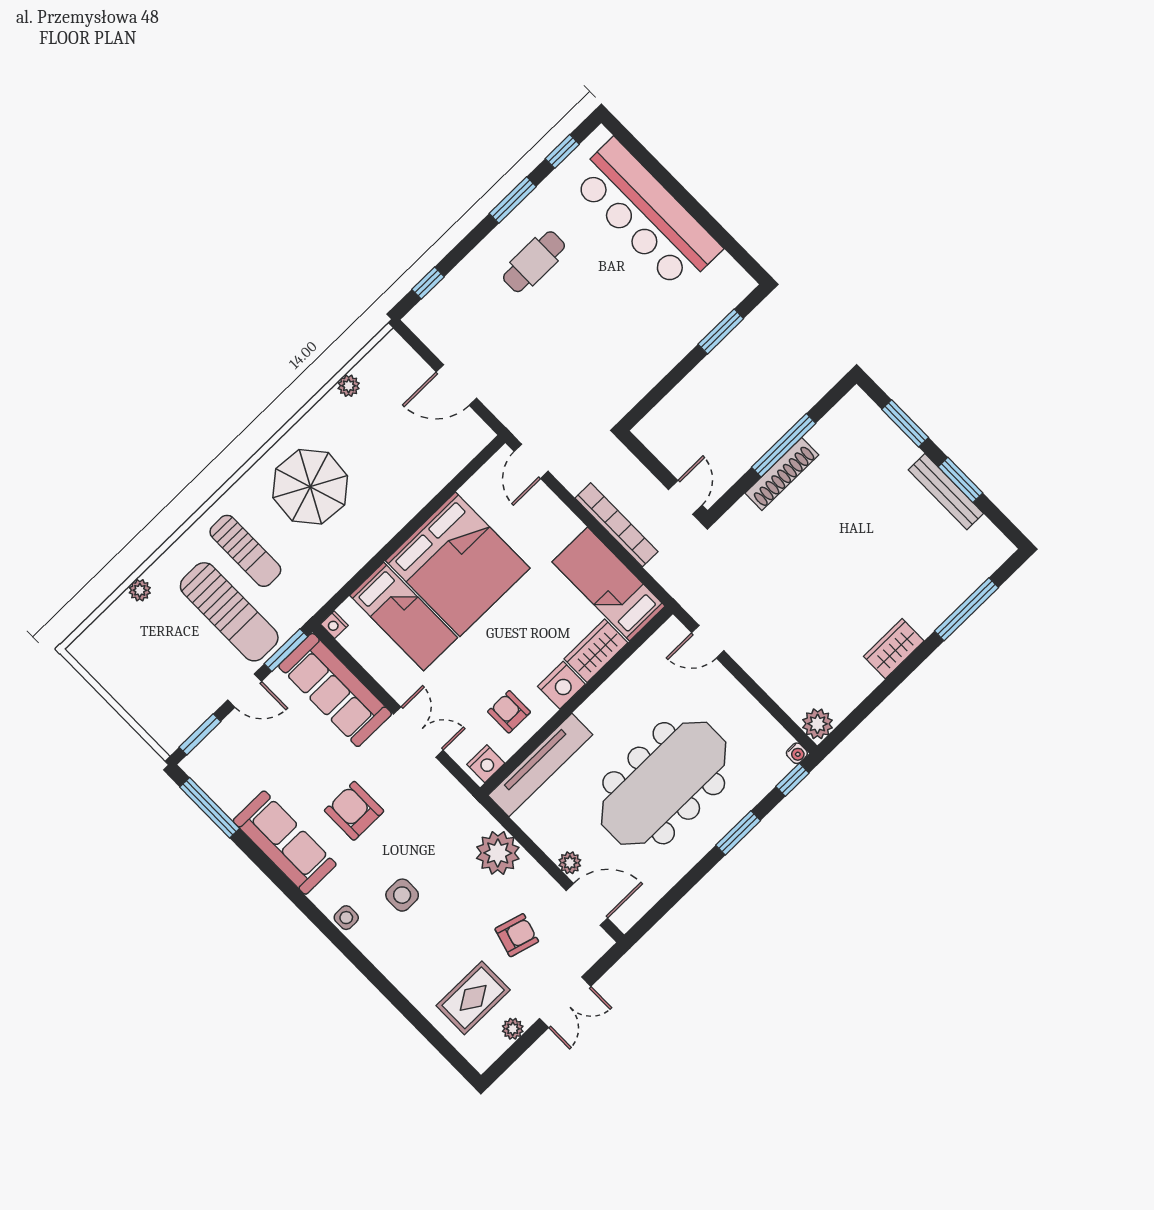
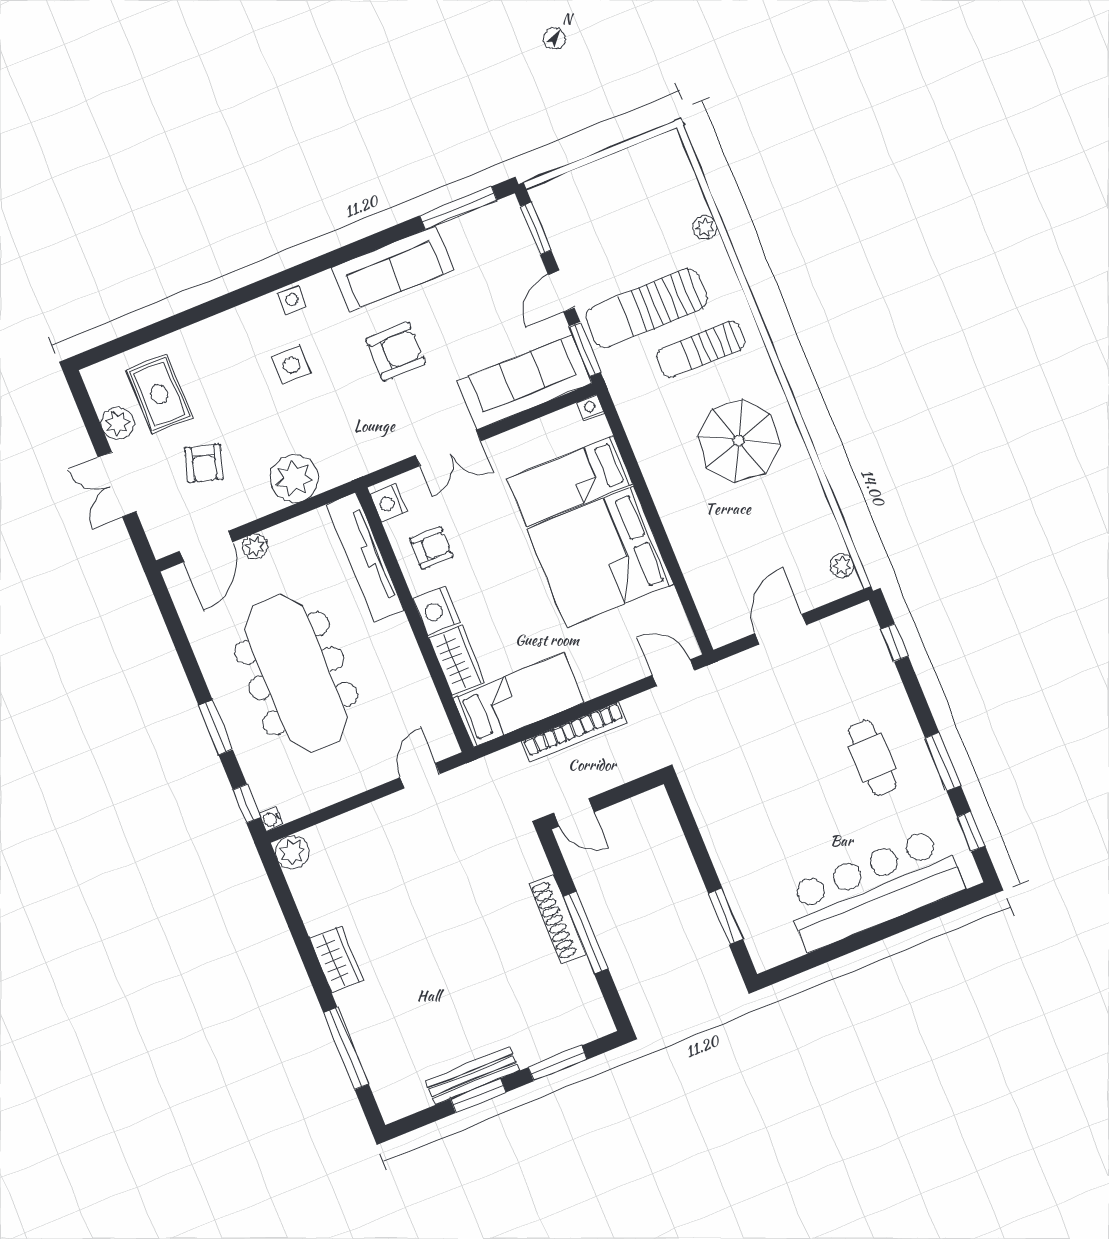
plant: (349, 386) -> (842, 565), moved
plant: (513, 1029) -> (118, 423), width x1.38, depth x1.38

